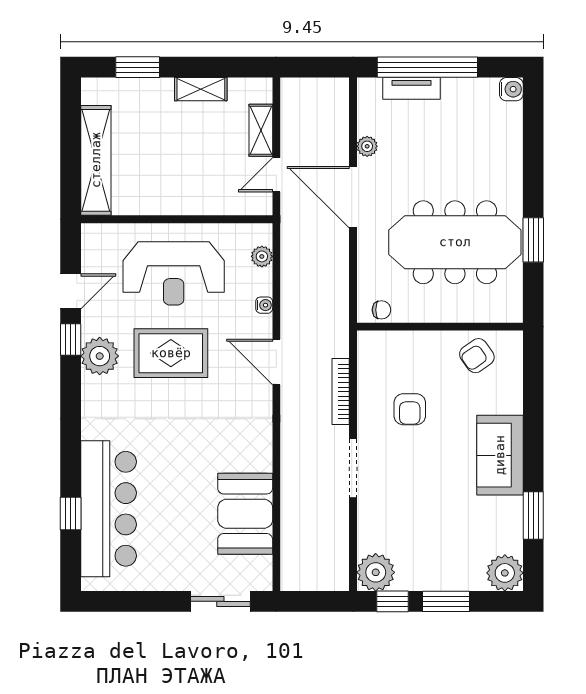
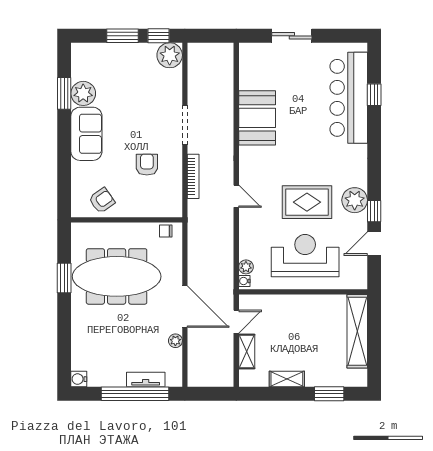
water cooler: (264, 305) -> (244, 281), moved
door: (276, 362) -> (236, 196), width x0.73
booth: (245, 514) -> (257, 118), moved
plant: (505, 573) -> (83, 93), moved
sliding door: (220, 601) -> (292, 36), moved

